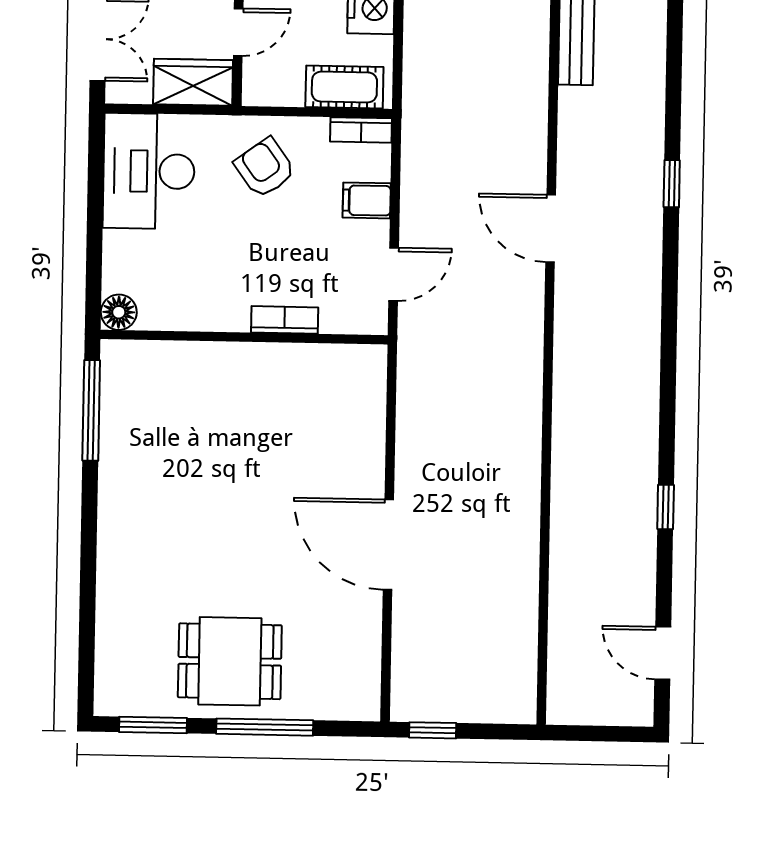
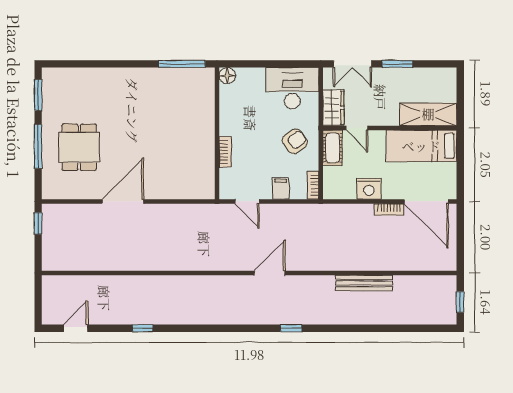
cot: (344, 87) -> (333, 148), moved
dining table: (230, 661) -> (79, 147), moved

